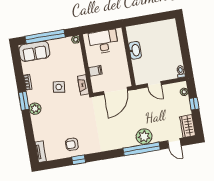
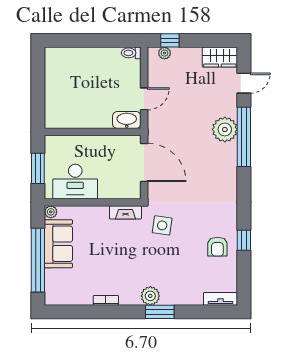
window: (101, 27) -> (38, 168), added
desk: (103, 42) -> (75, 182), moved, turned -90
washbasin: (135, 50) -> (127, 120), moved
sofa: (34, 51) -> (58, 244), moved
filing cabinet: (95, 71) -> (106, 189), removed
side table: (59, 87) -> (162, 225), moved
window: (24, 101) -> (160, 312), moved
window: (194, 104) -> (170, 40), moved

